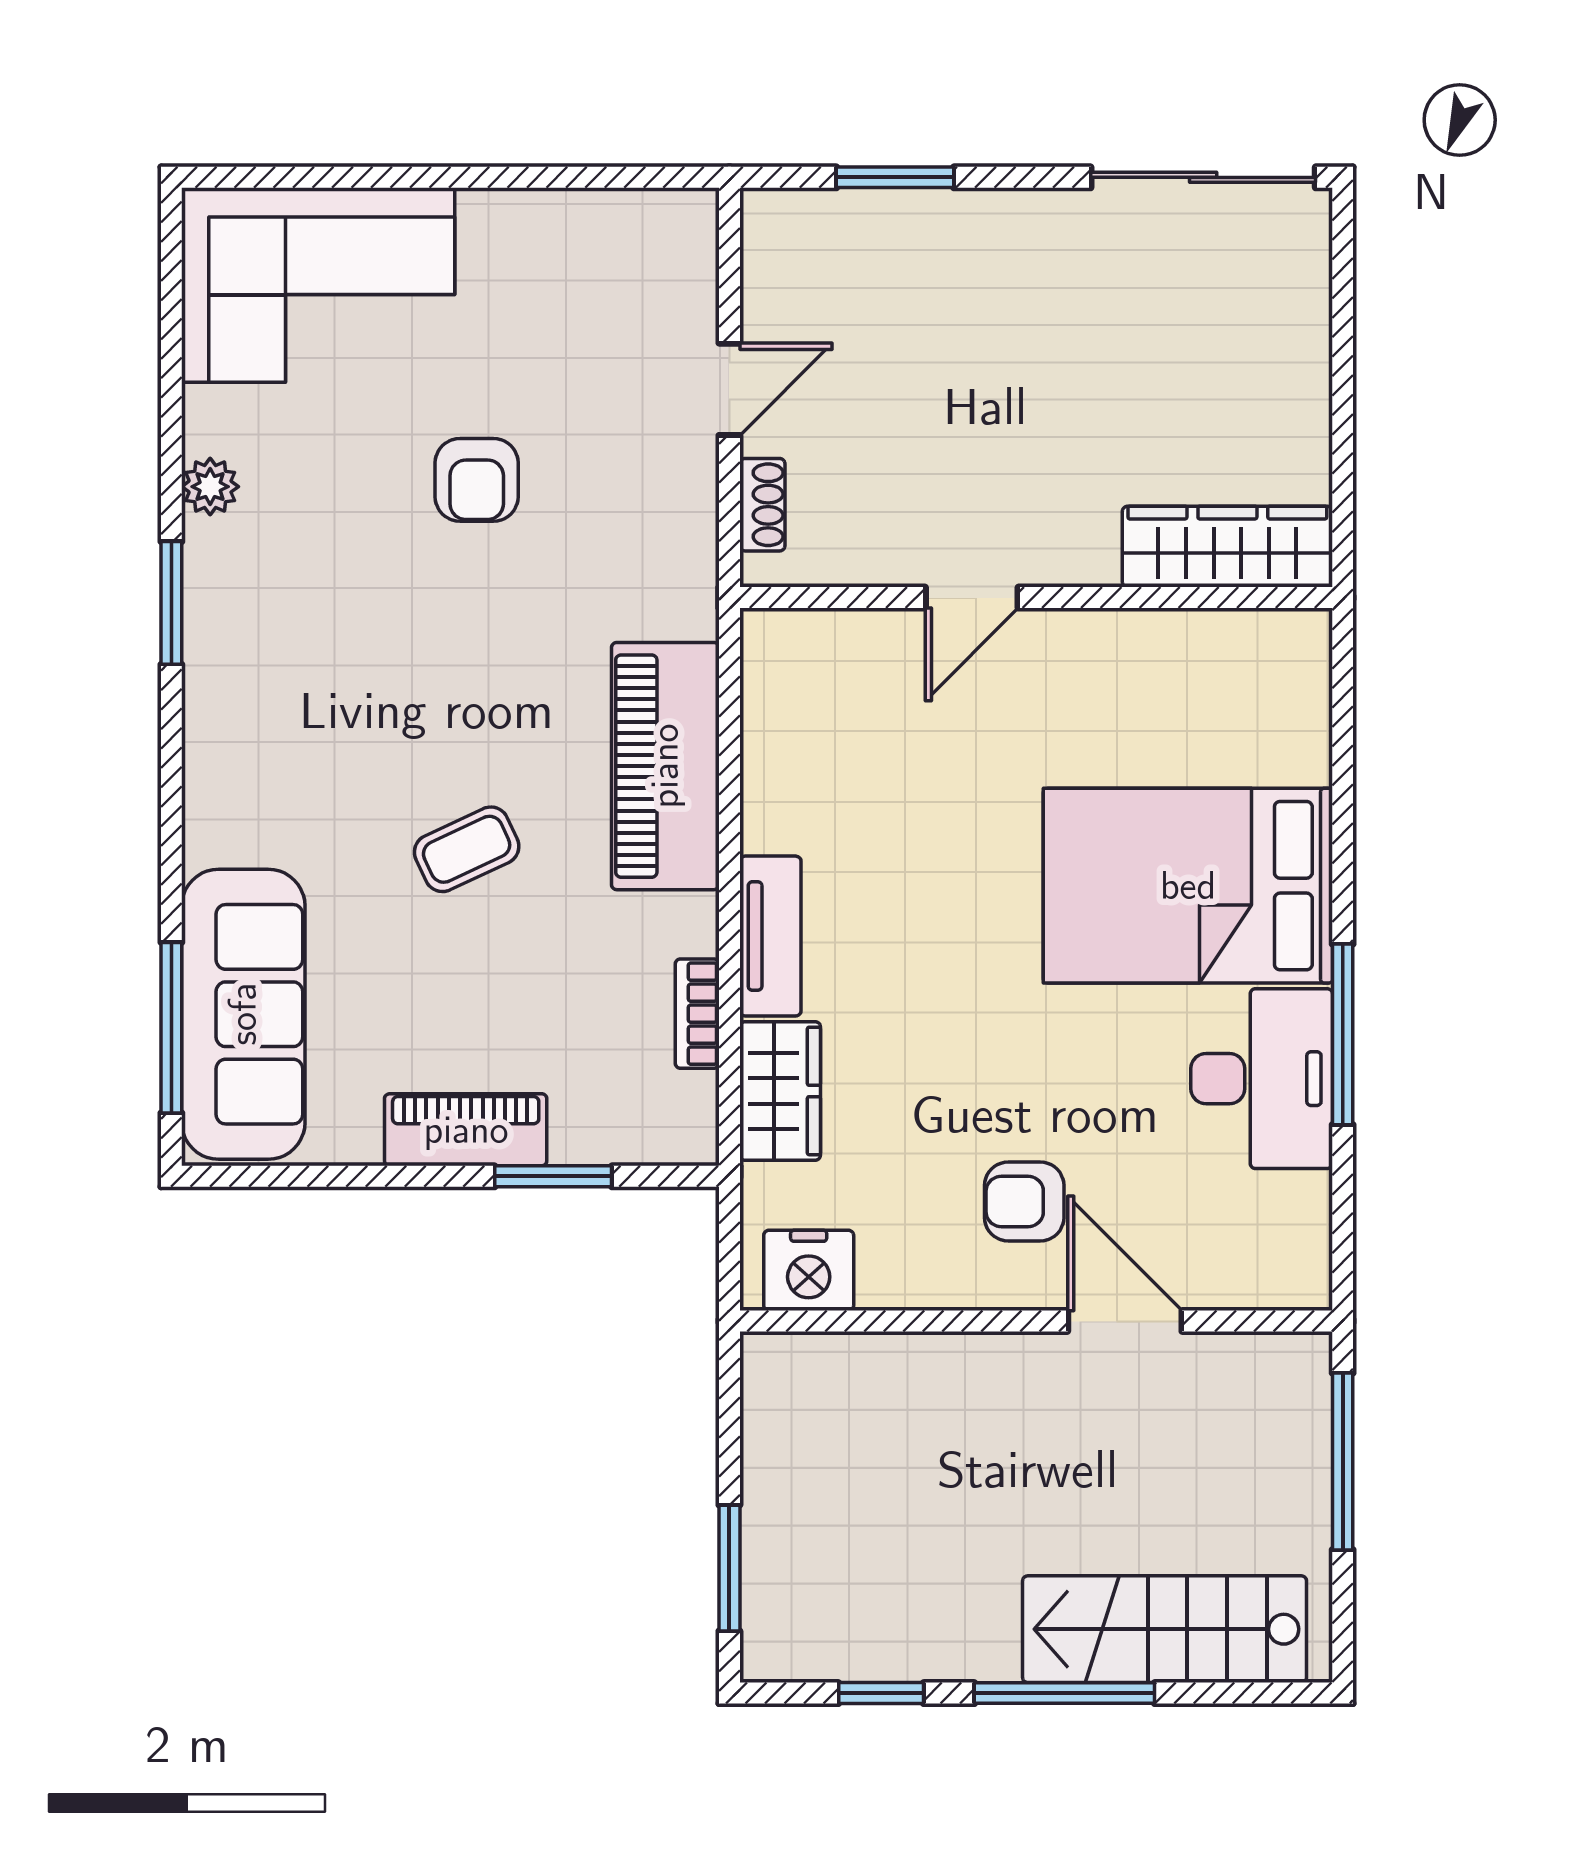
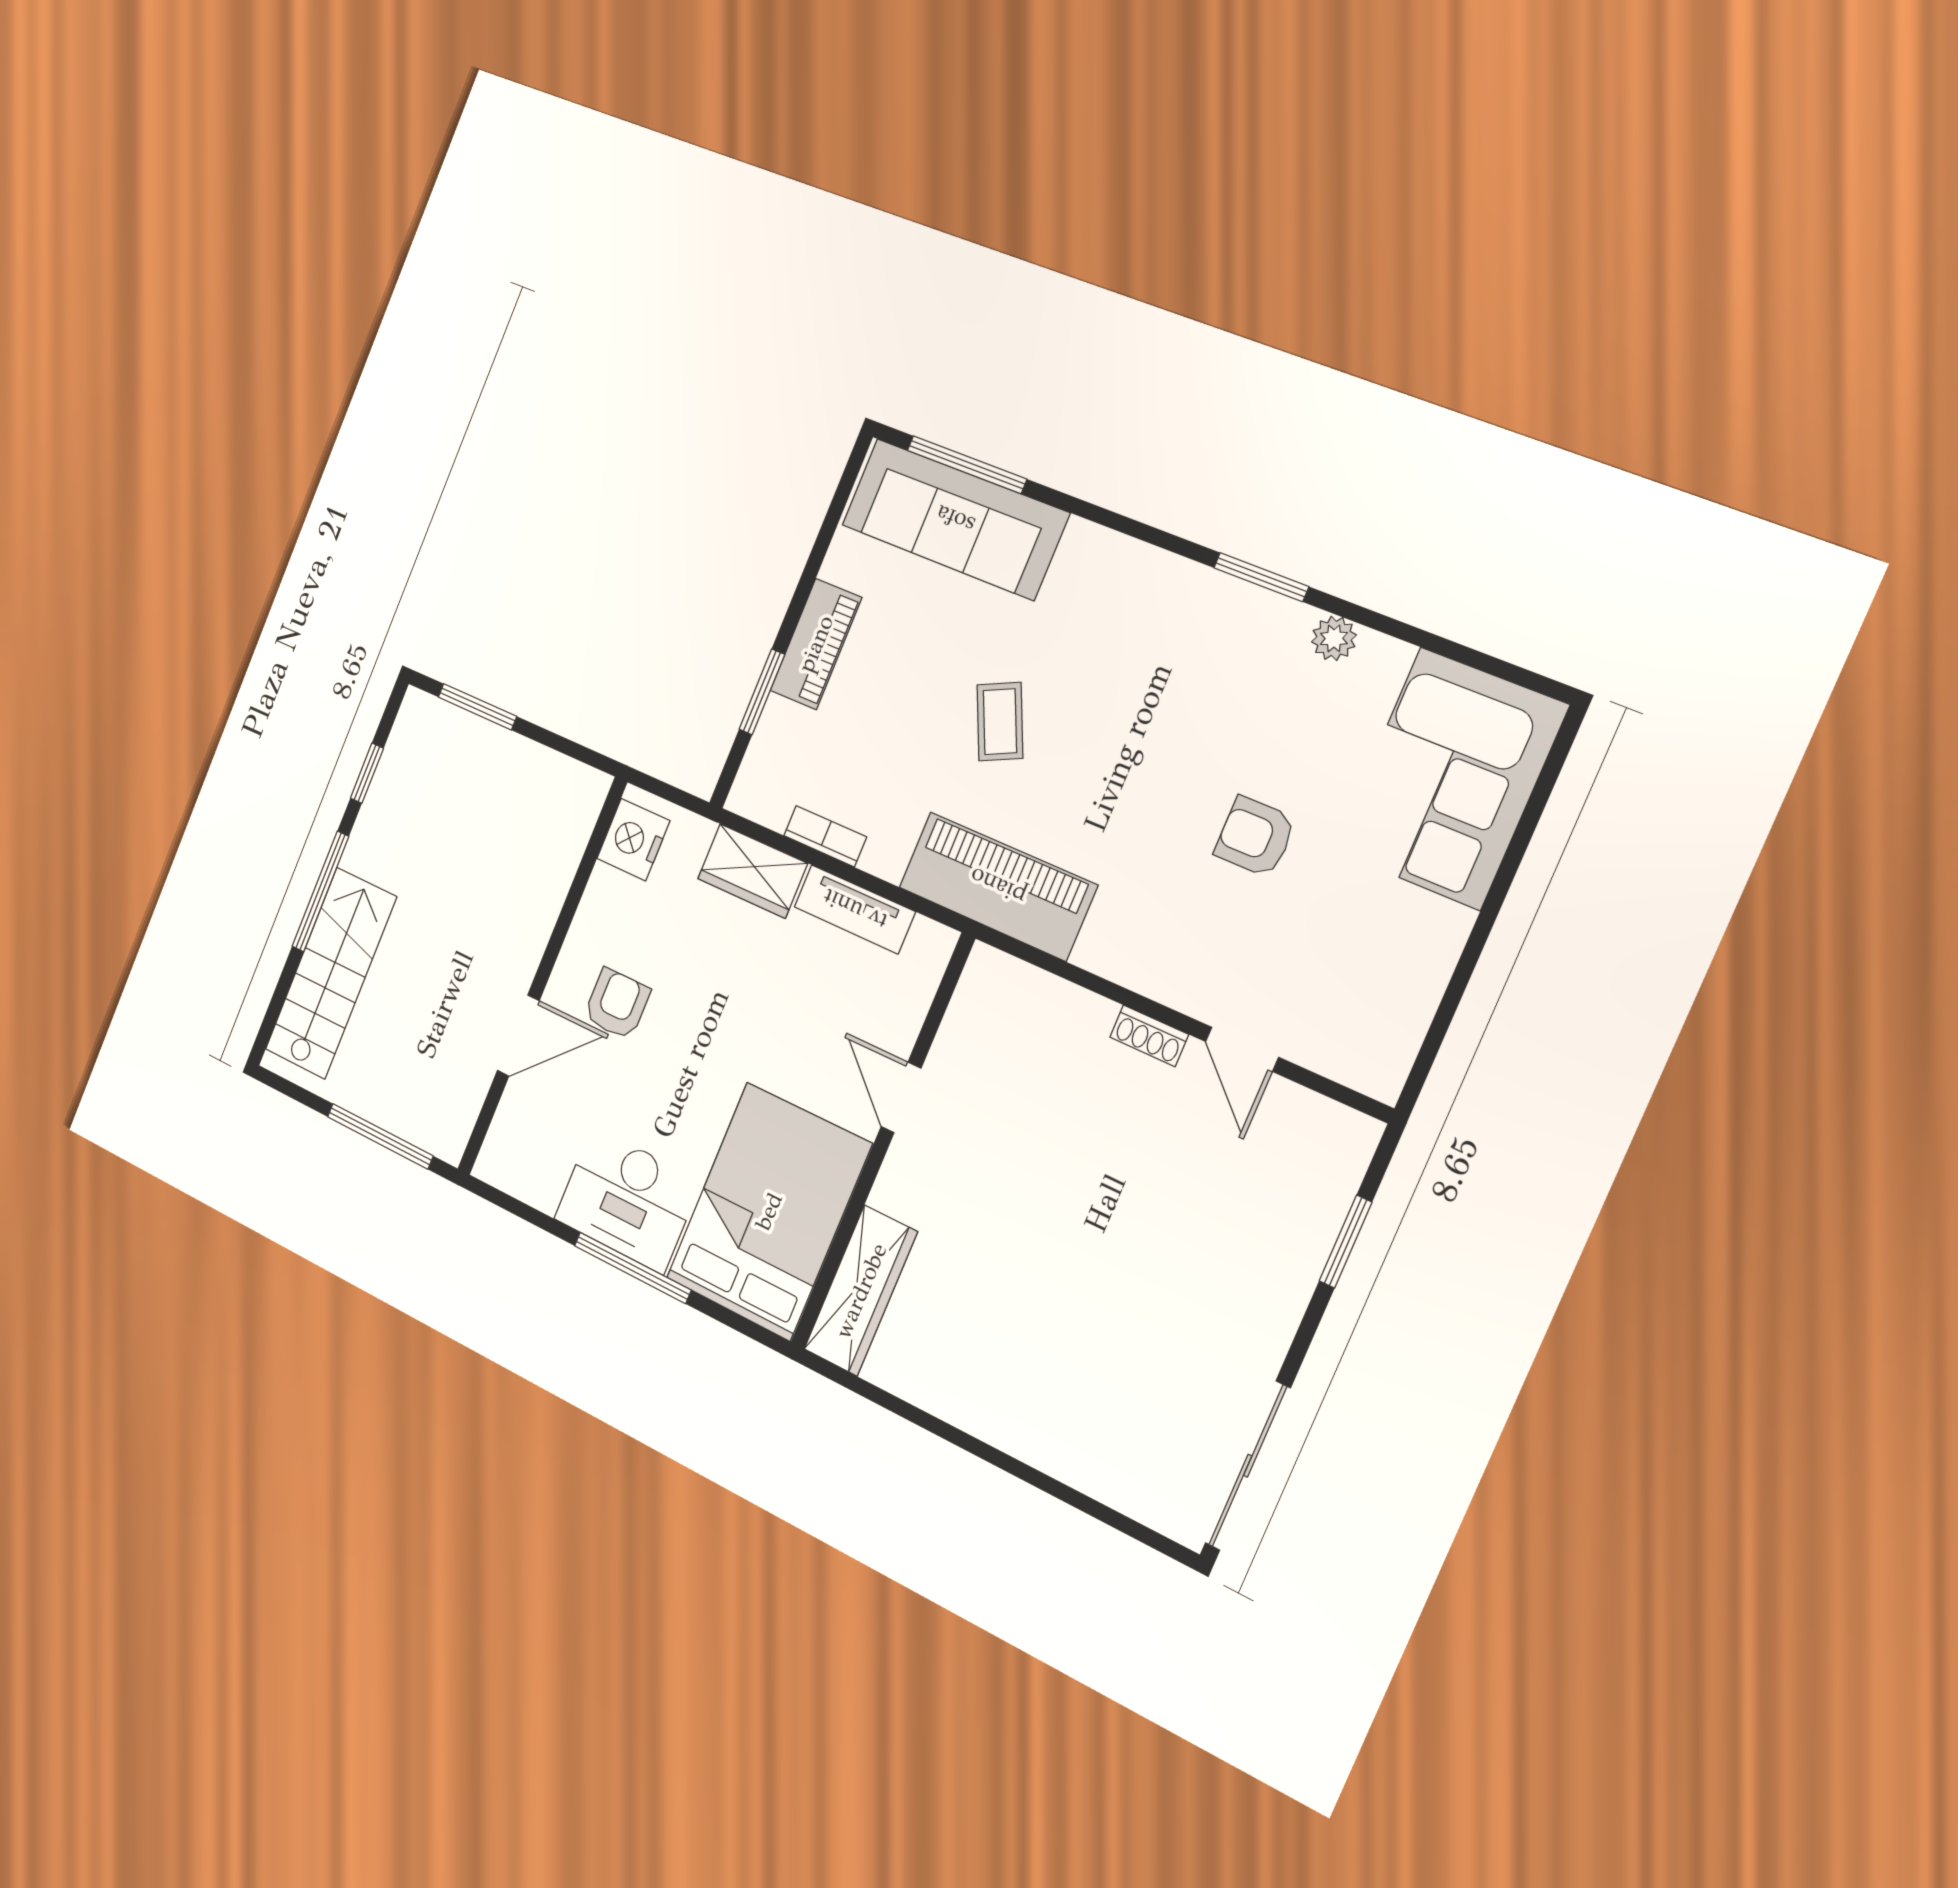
wardrobe: (1227, 547) -> (861, 1291), moved
door: (972, 598) -> (901, 1097), moved
wall: (1036, 598) -> (882, 1142), moved

